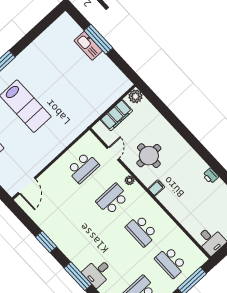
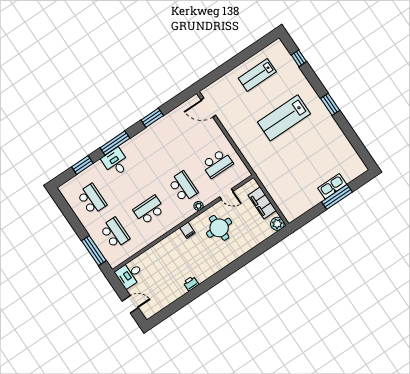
school desk: (83, 168) -> (217, 164), turned -90
school desk: (171, 262) -> (115, 233), turned 90

